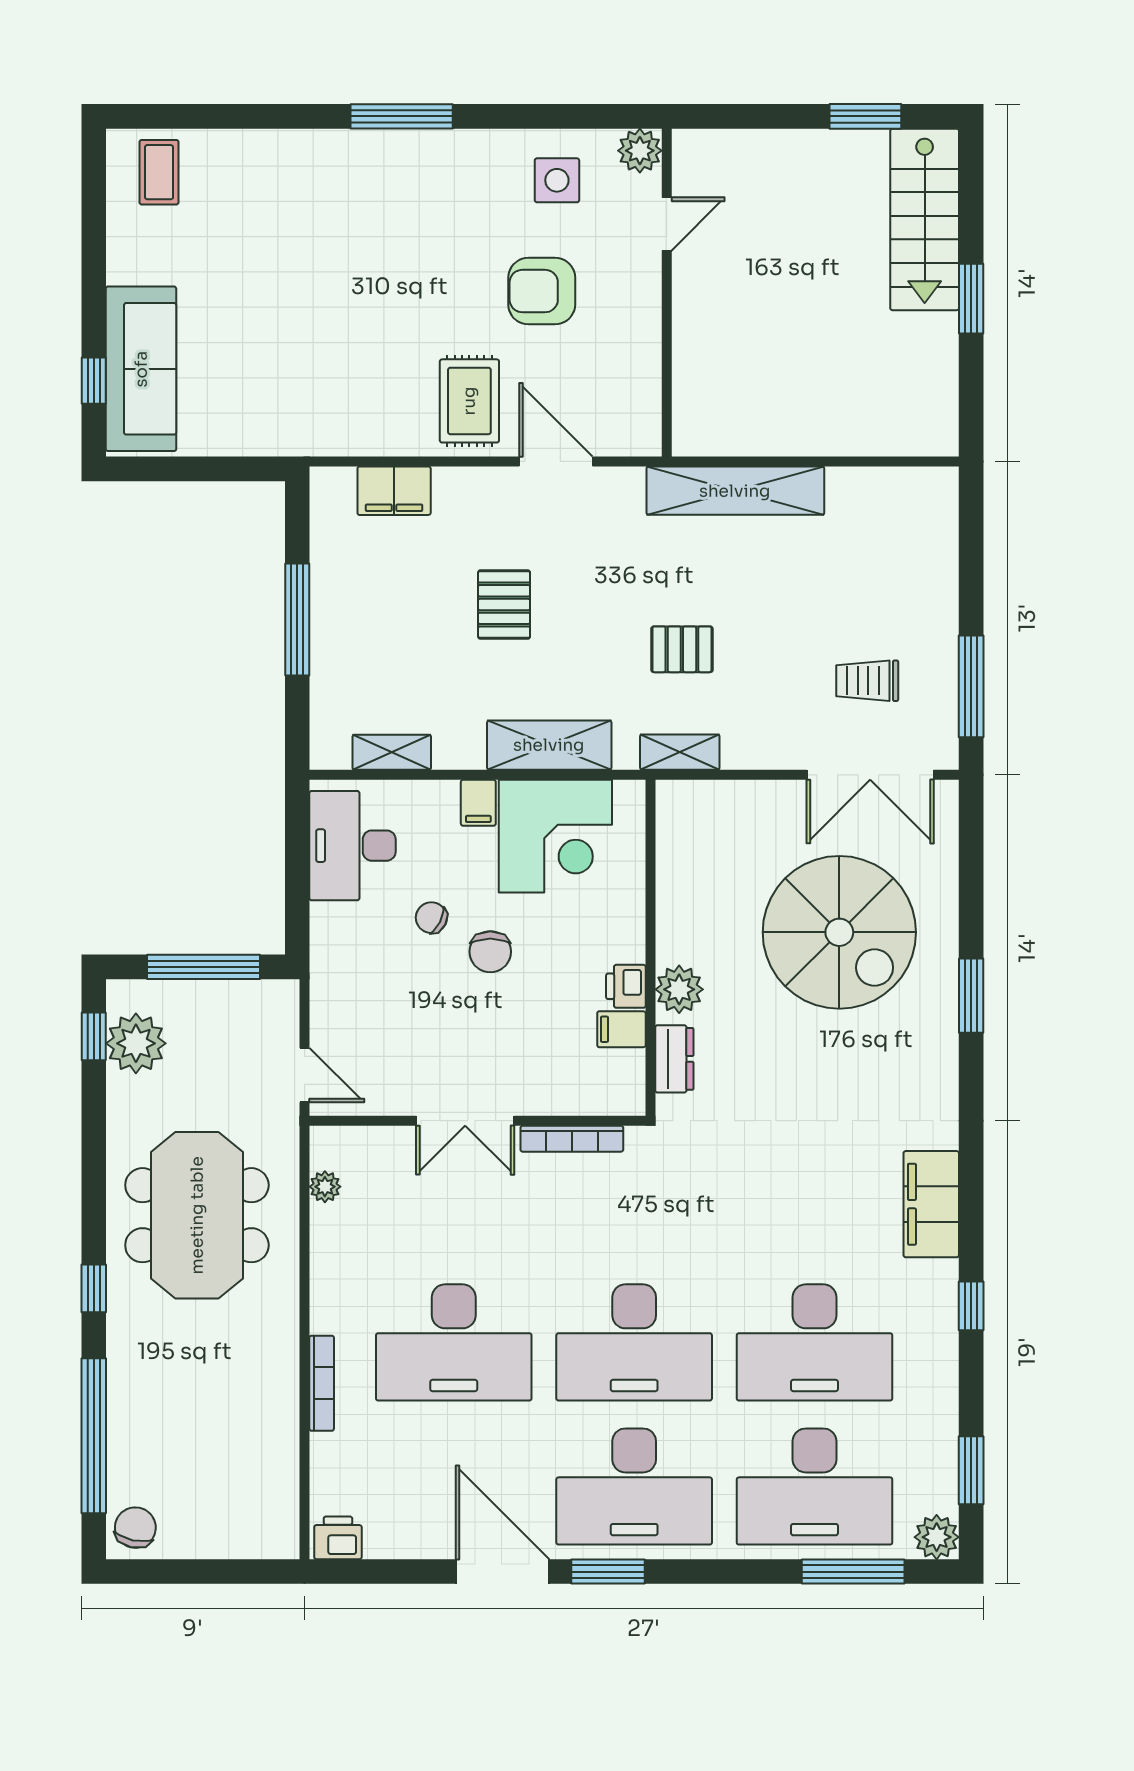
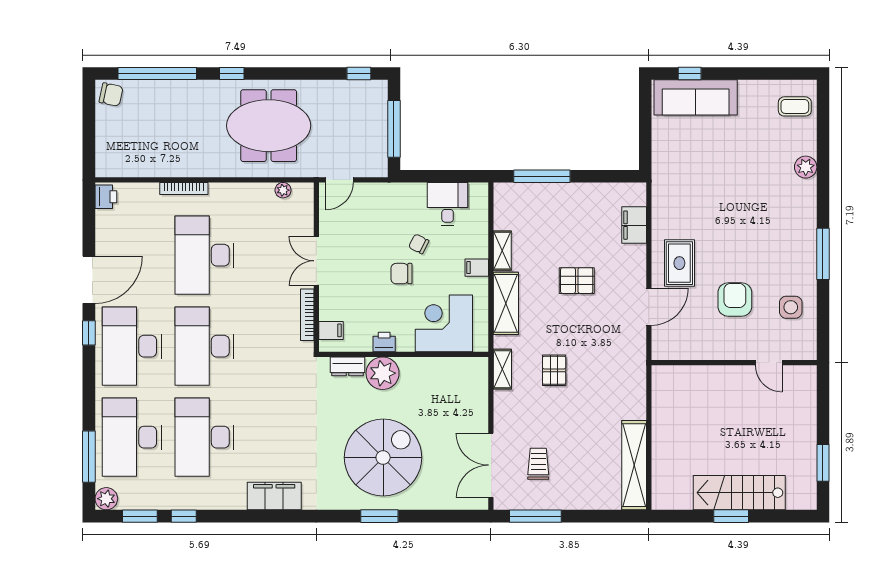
window: (402, 116) -> (823, 254), moved
plant: (640, 151) -> (806, 167), moved
stairs: (925, 219) -> (739, 493), moved
rug: (469, 401) -> (679, 263), turned 90
shelving: (735, 491) -> (634, 465), moved
window: (297, 620) -> (542, 176), moved
shelving: (392, 752) -> (502, 251), moved
corner desk: (555, 836) -> (444, 323), moved, turned 90
desk: (352, 846) -> (448, 204), width x0.73
chair: (431, 918) -> (419, 244), turned -90
spiral stairs: (839, 932) -> (383, 458), moved, turned 180
plant: (679, 989) -> (383, 373), width x1.36, depth x1.36
filing cabinet: (621, 1029) -> (331, 330), moved, turned 90
plant: (136, 1043) -> (355, 95), removed
window: (971, 1306) -> (184, 516), moved
window: (608, 1572) -> (89, 333), width x0.67

